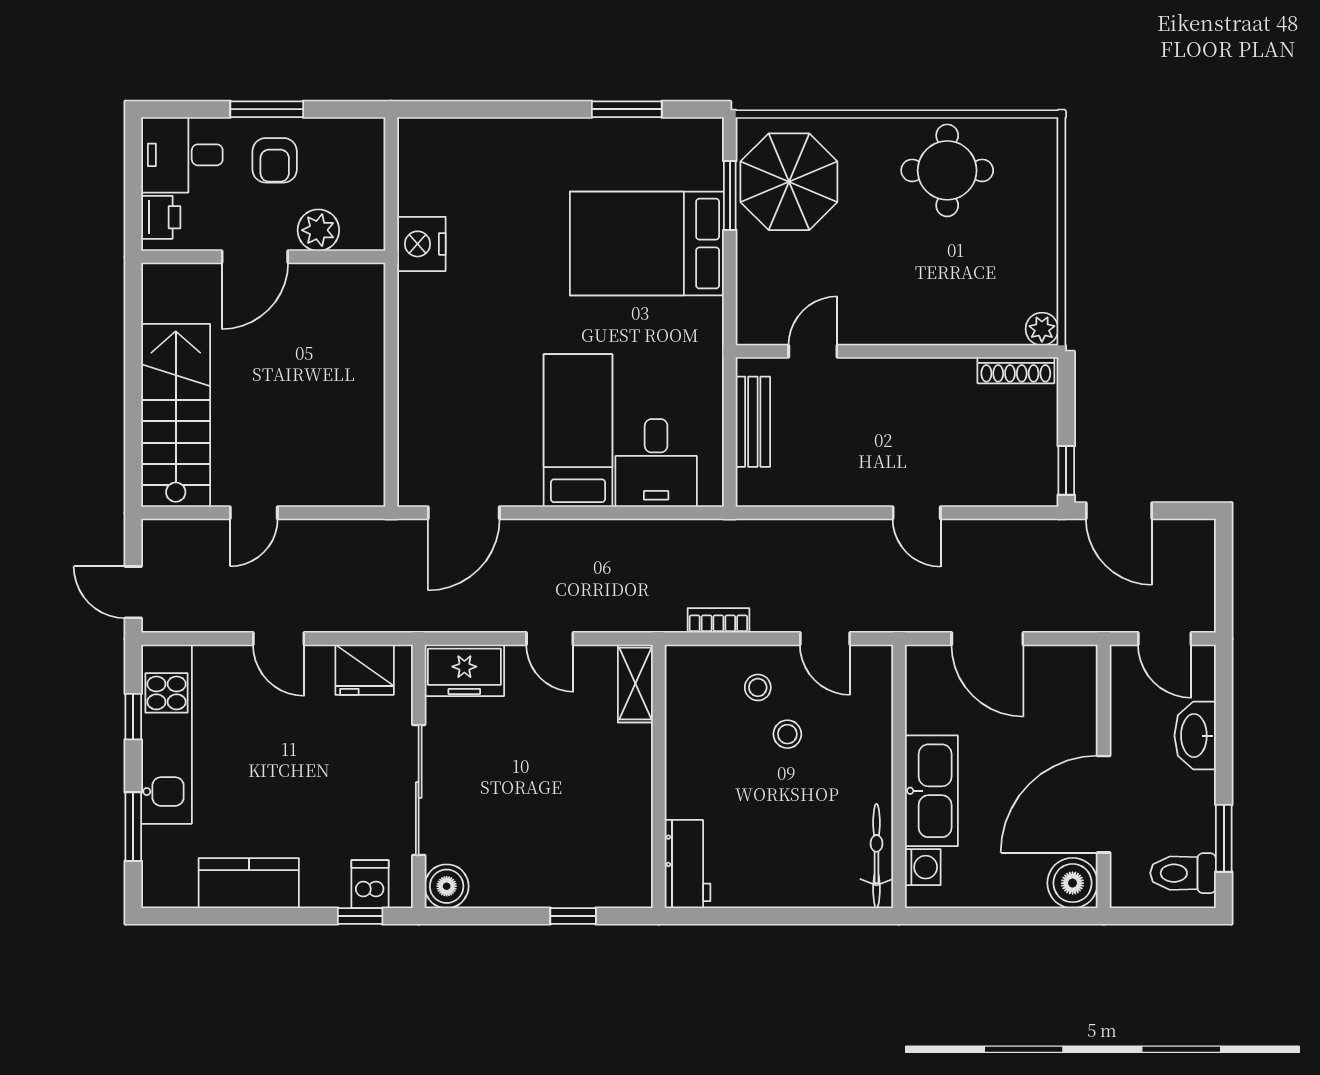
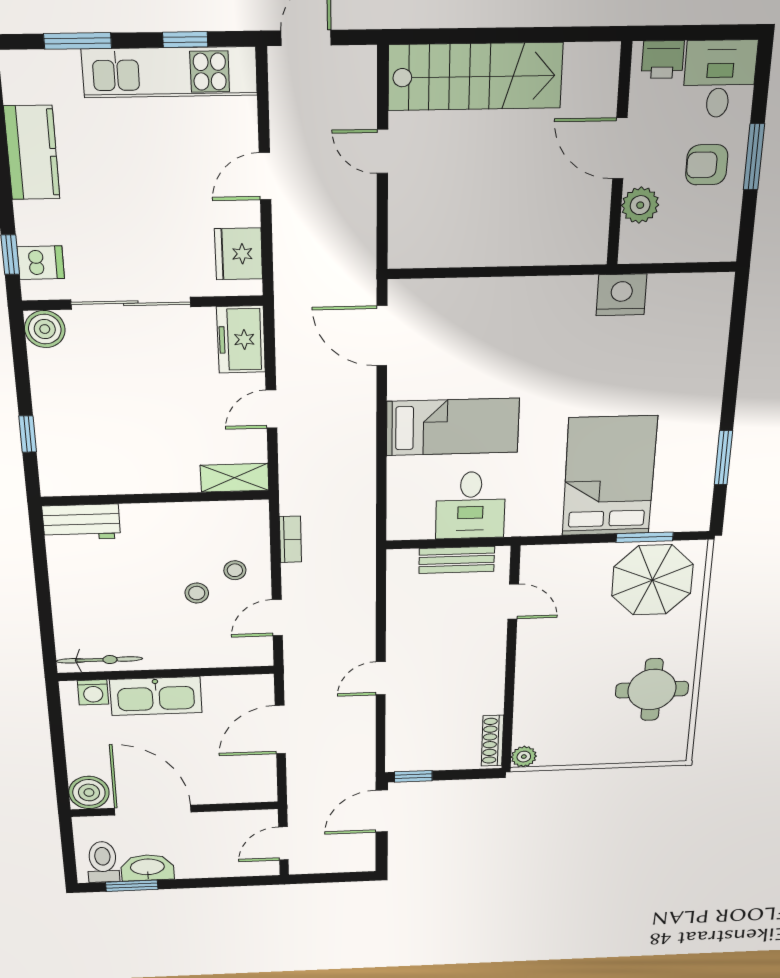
desk: (656, 463) -> (471, 505), moved, turned -90
washbasin: (1195, 736) -> (147, 868), moved

